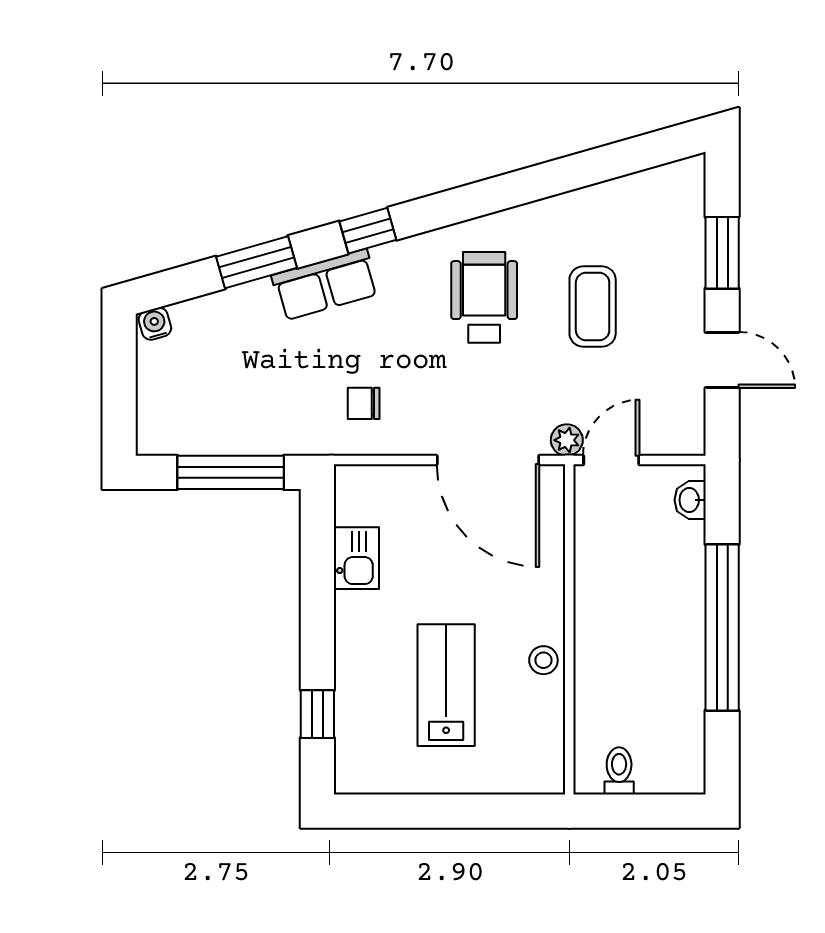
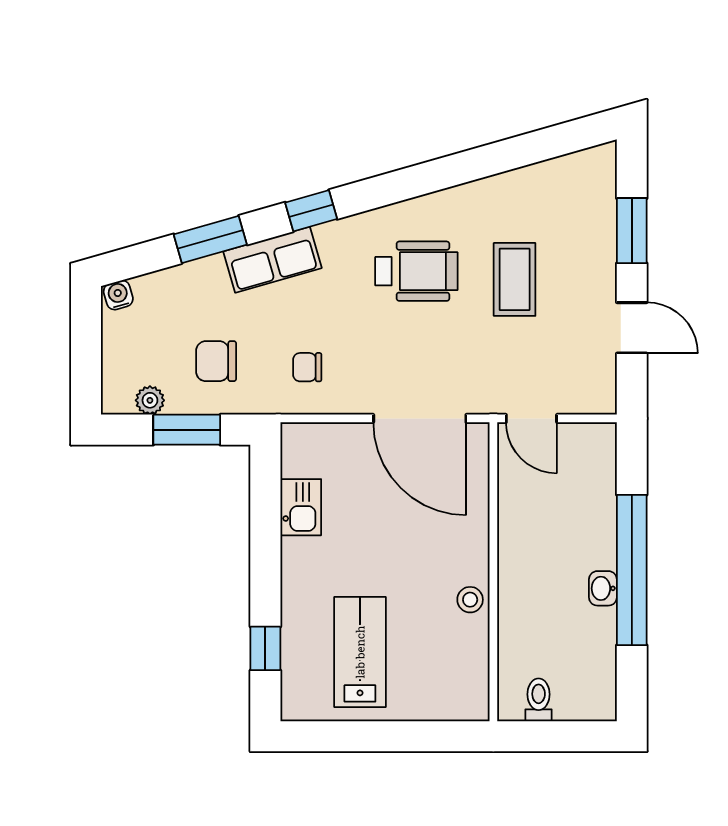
wheelchair: (484, 297) -> (416, 271), turned 90
chair: (263, 397) -> (216, 361), added
plant: (567, 440) -> (150, 400), moved
door: (611, 460) -> (531, 418), swing flipped
window: (231, 472) -> (187, 430), width x0.69
washbasin: (690, 500) -> (603, 588), moved
lab bench: (446, 685) -> (360, 652), moved

